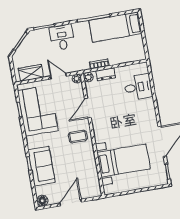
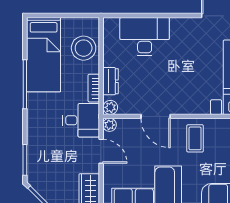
desk: (62, 37) -> (81, 120), moved, turned 180
stool: (124, 53) -> (84, 48), added
door: (58, 76) -> (101, 151), swing flipped
desk: (138, 87) -> (145, 37), width x1.37

